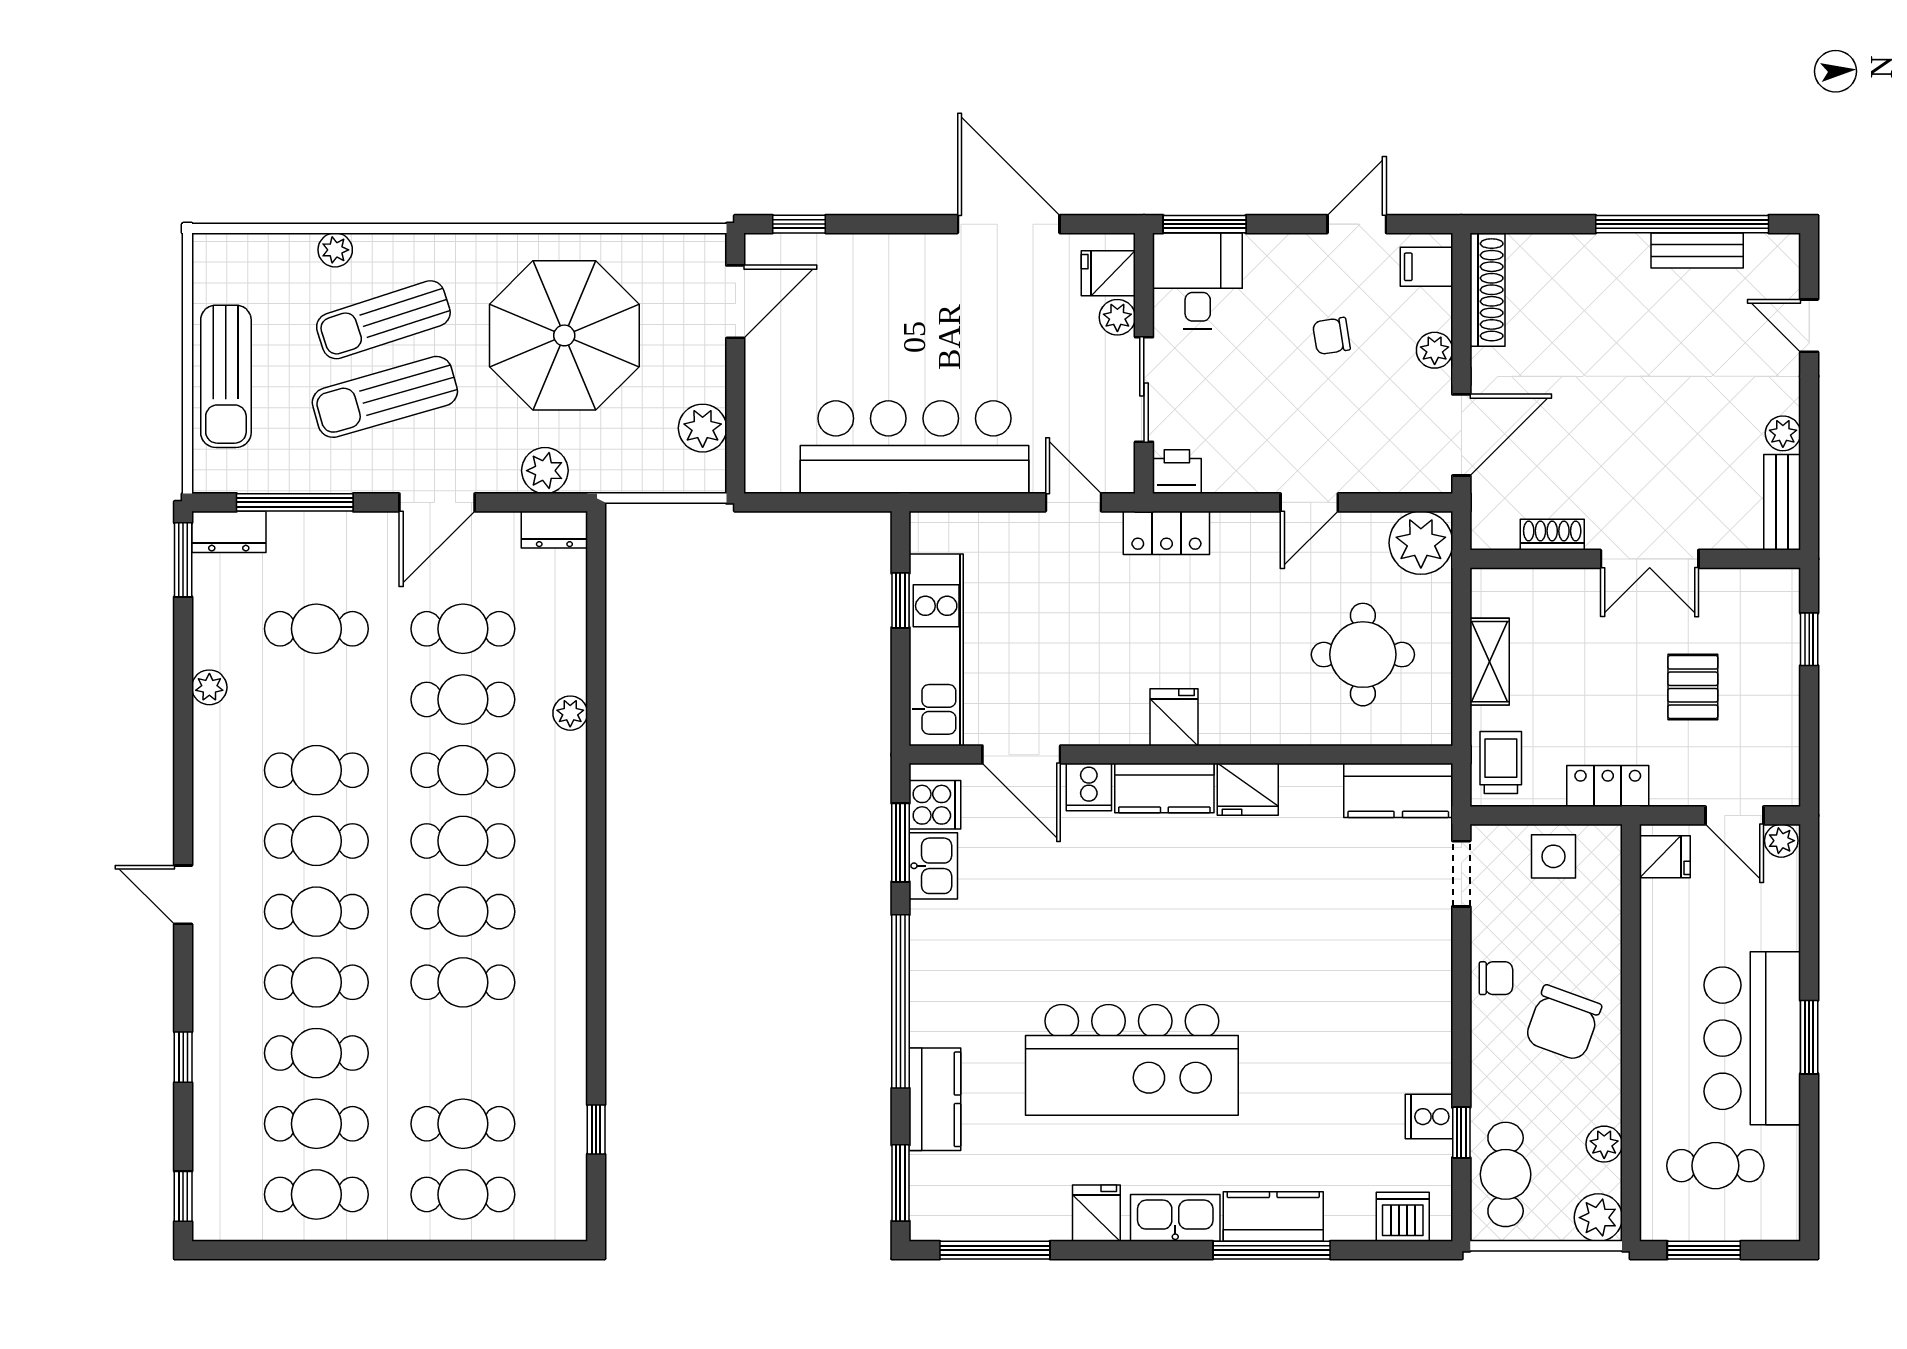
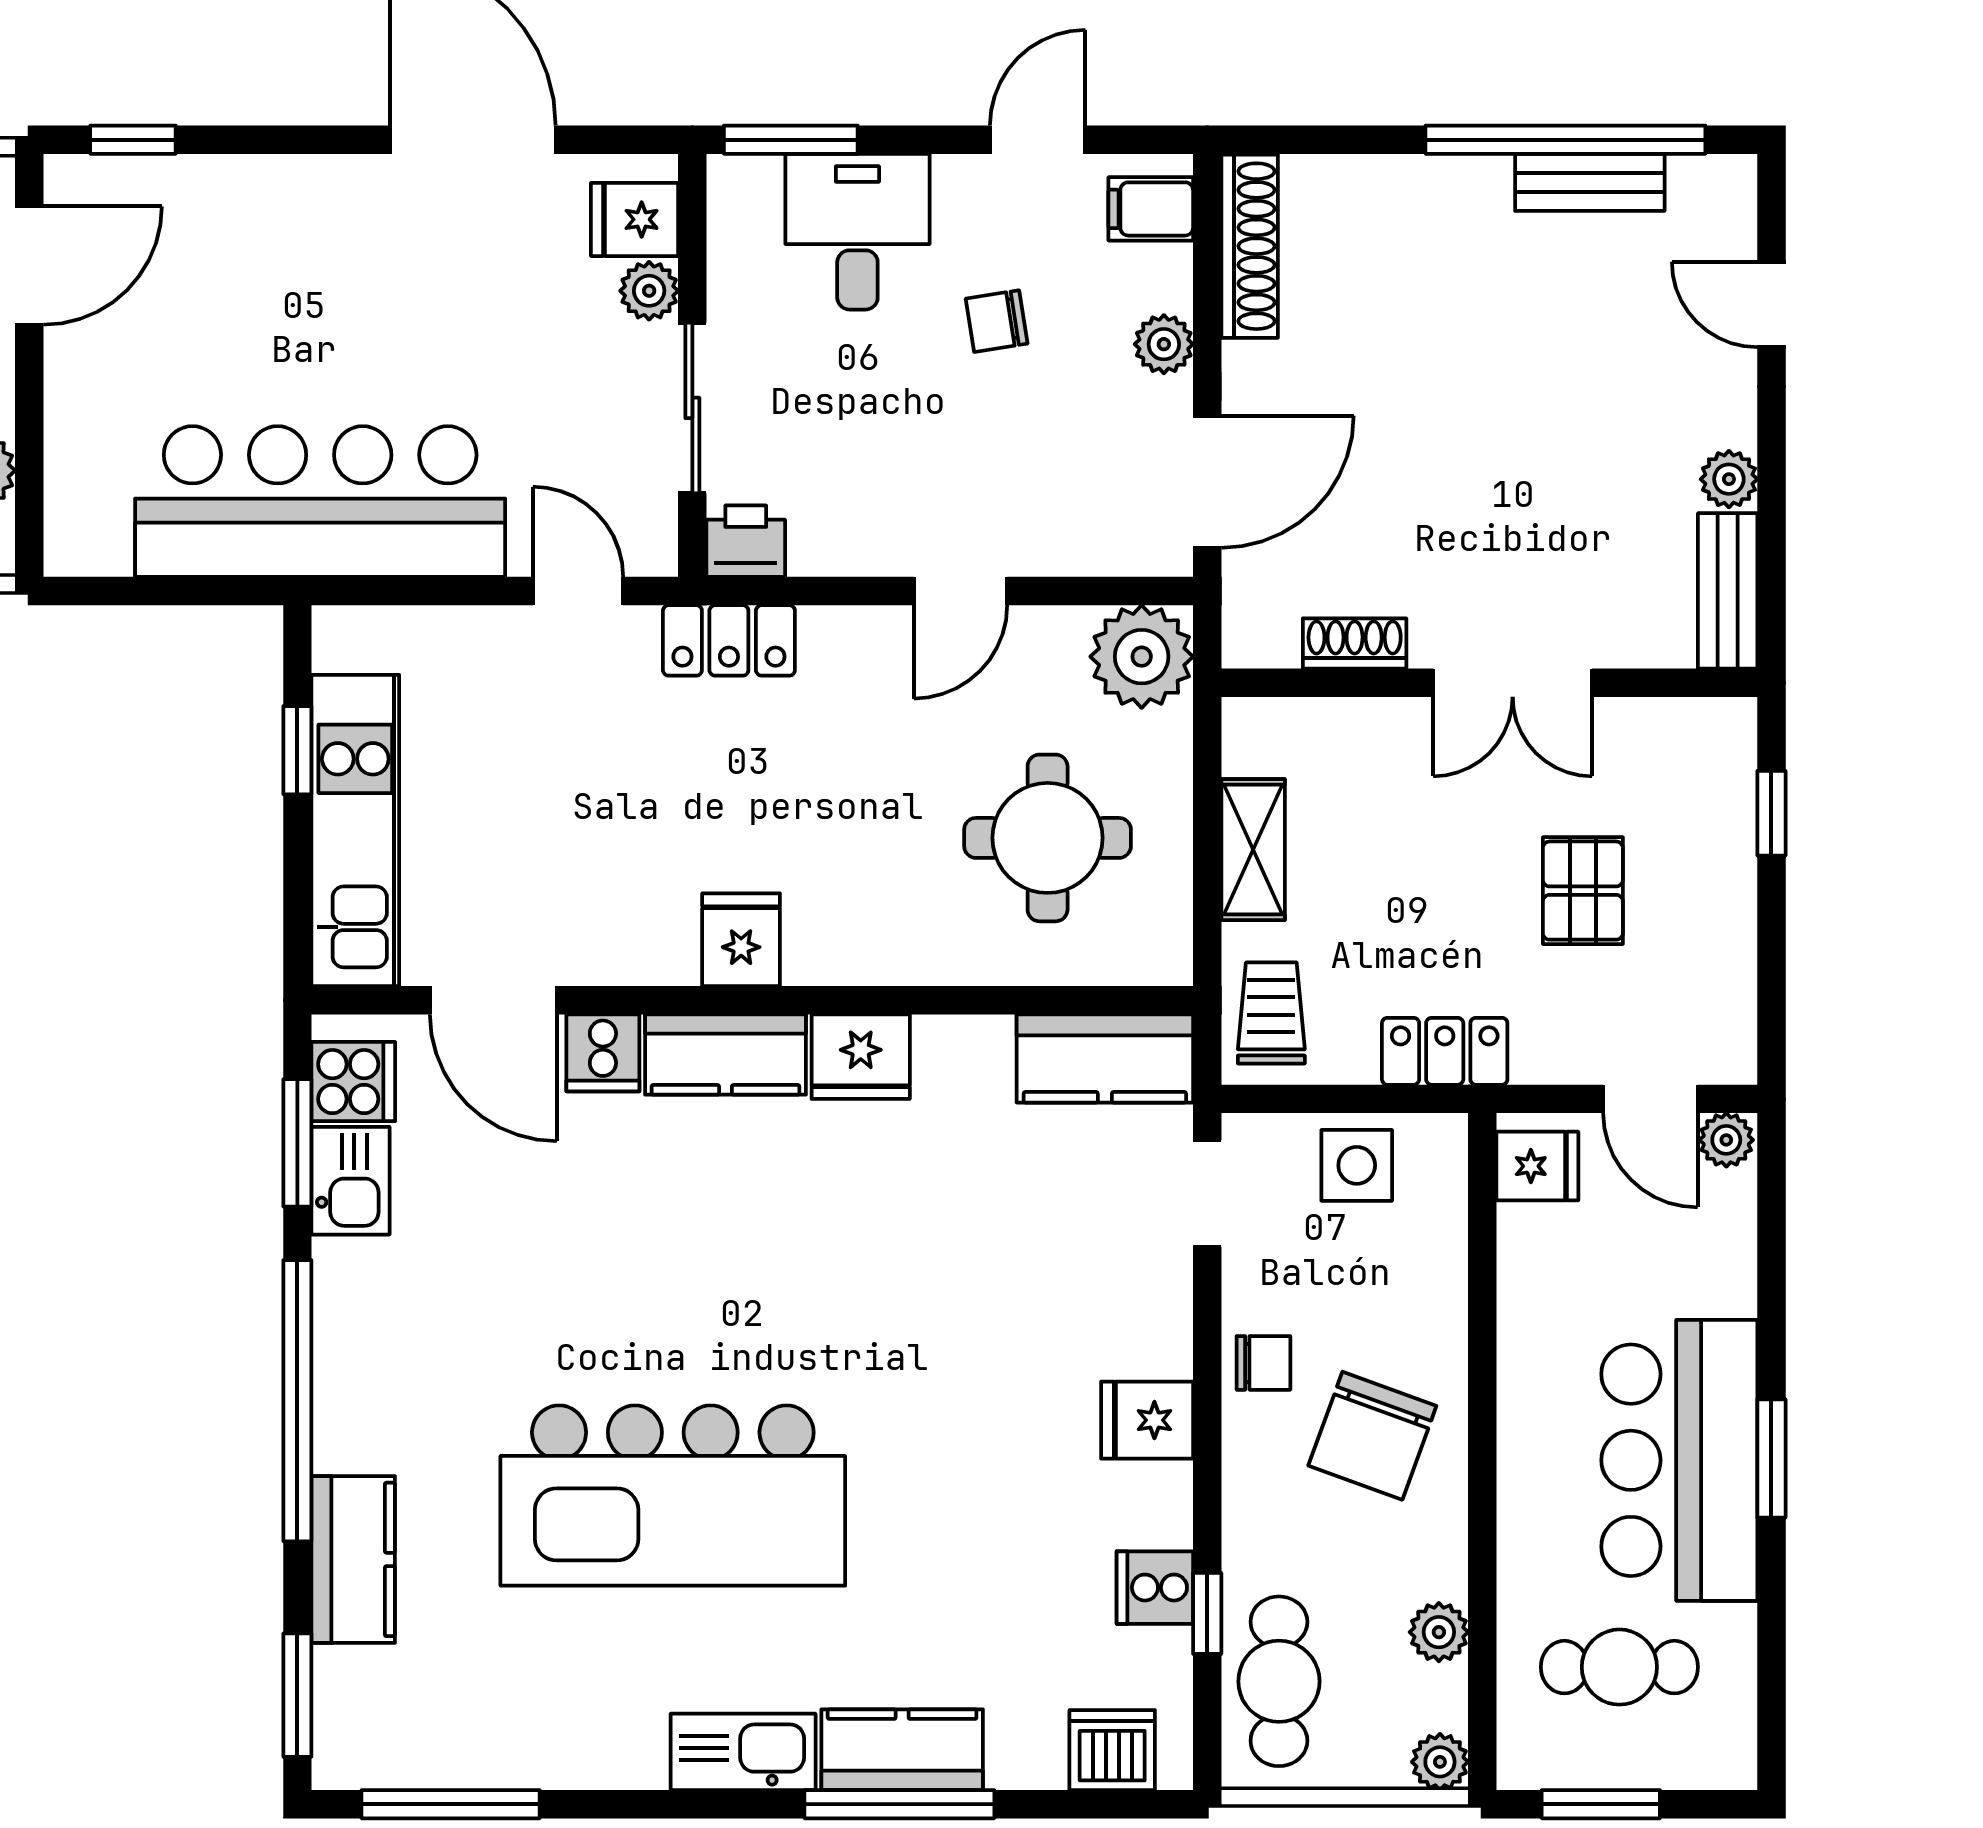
desk: (1198, 281) -> (857, 232), moved
fridge: (1096, 1213) -> (1147, 1420), moved, turned -90
plant: (1598, 1218) -> (1440, 1762), width x0.73, depth x0.73

